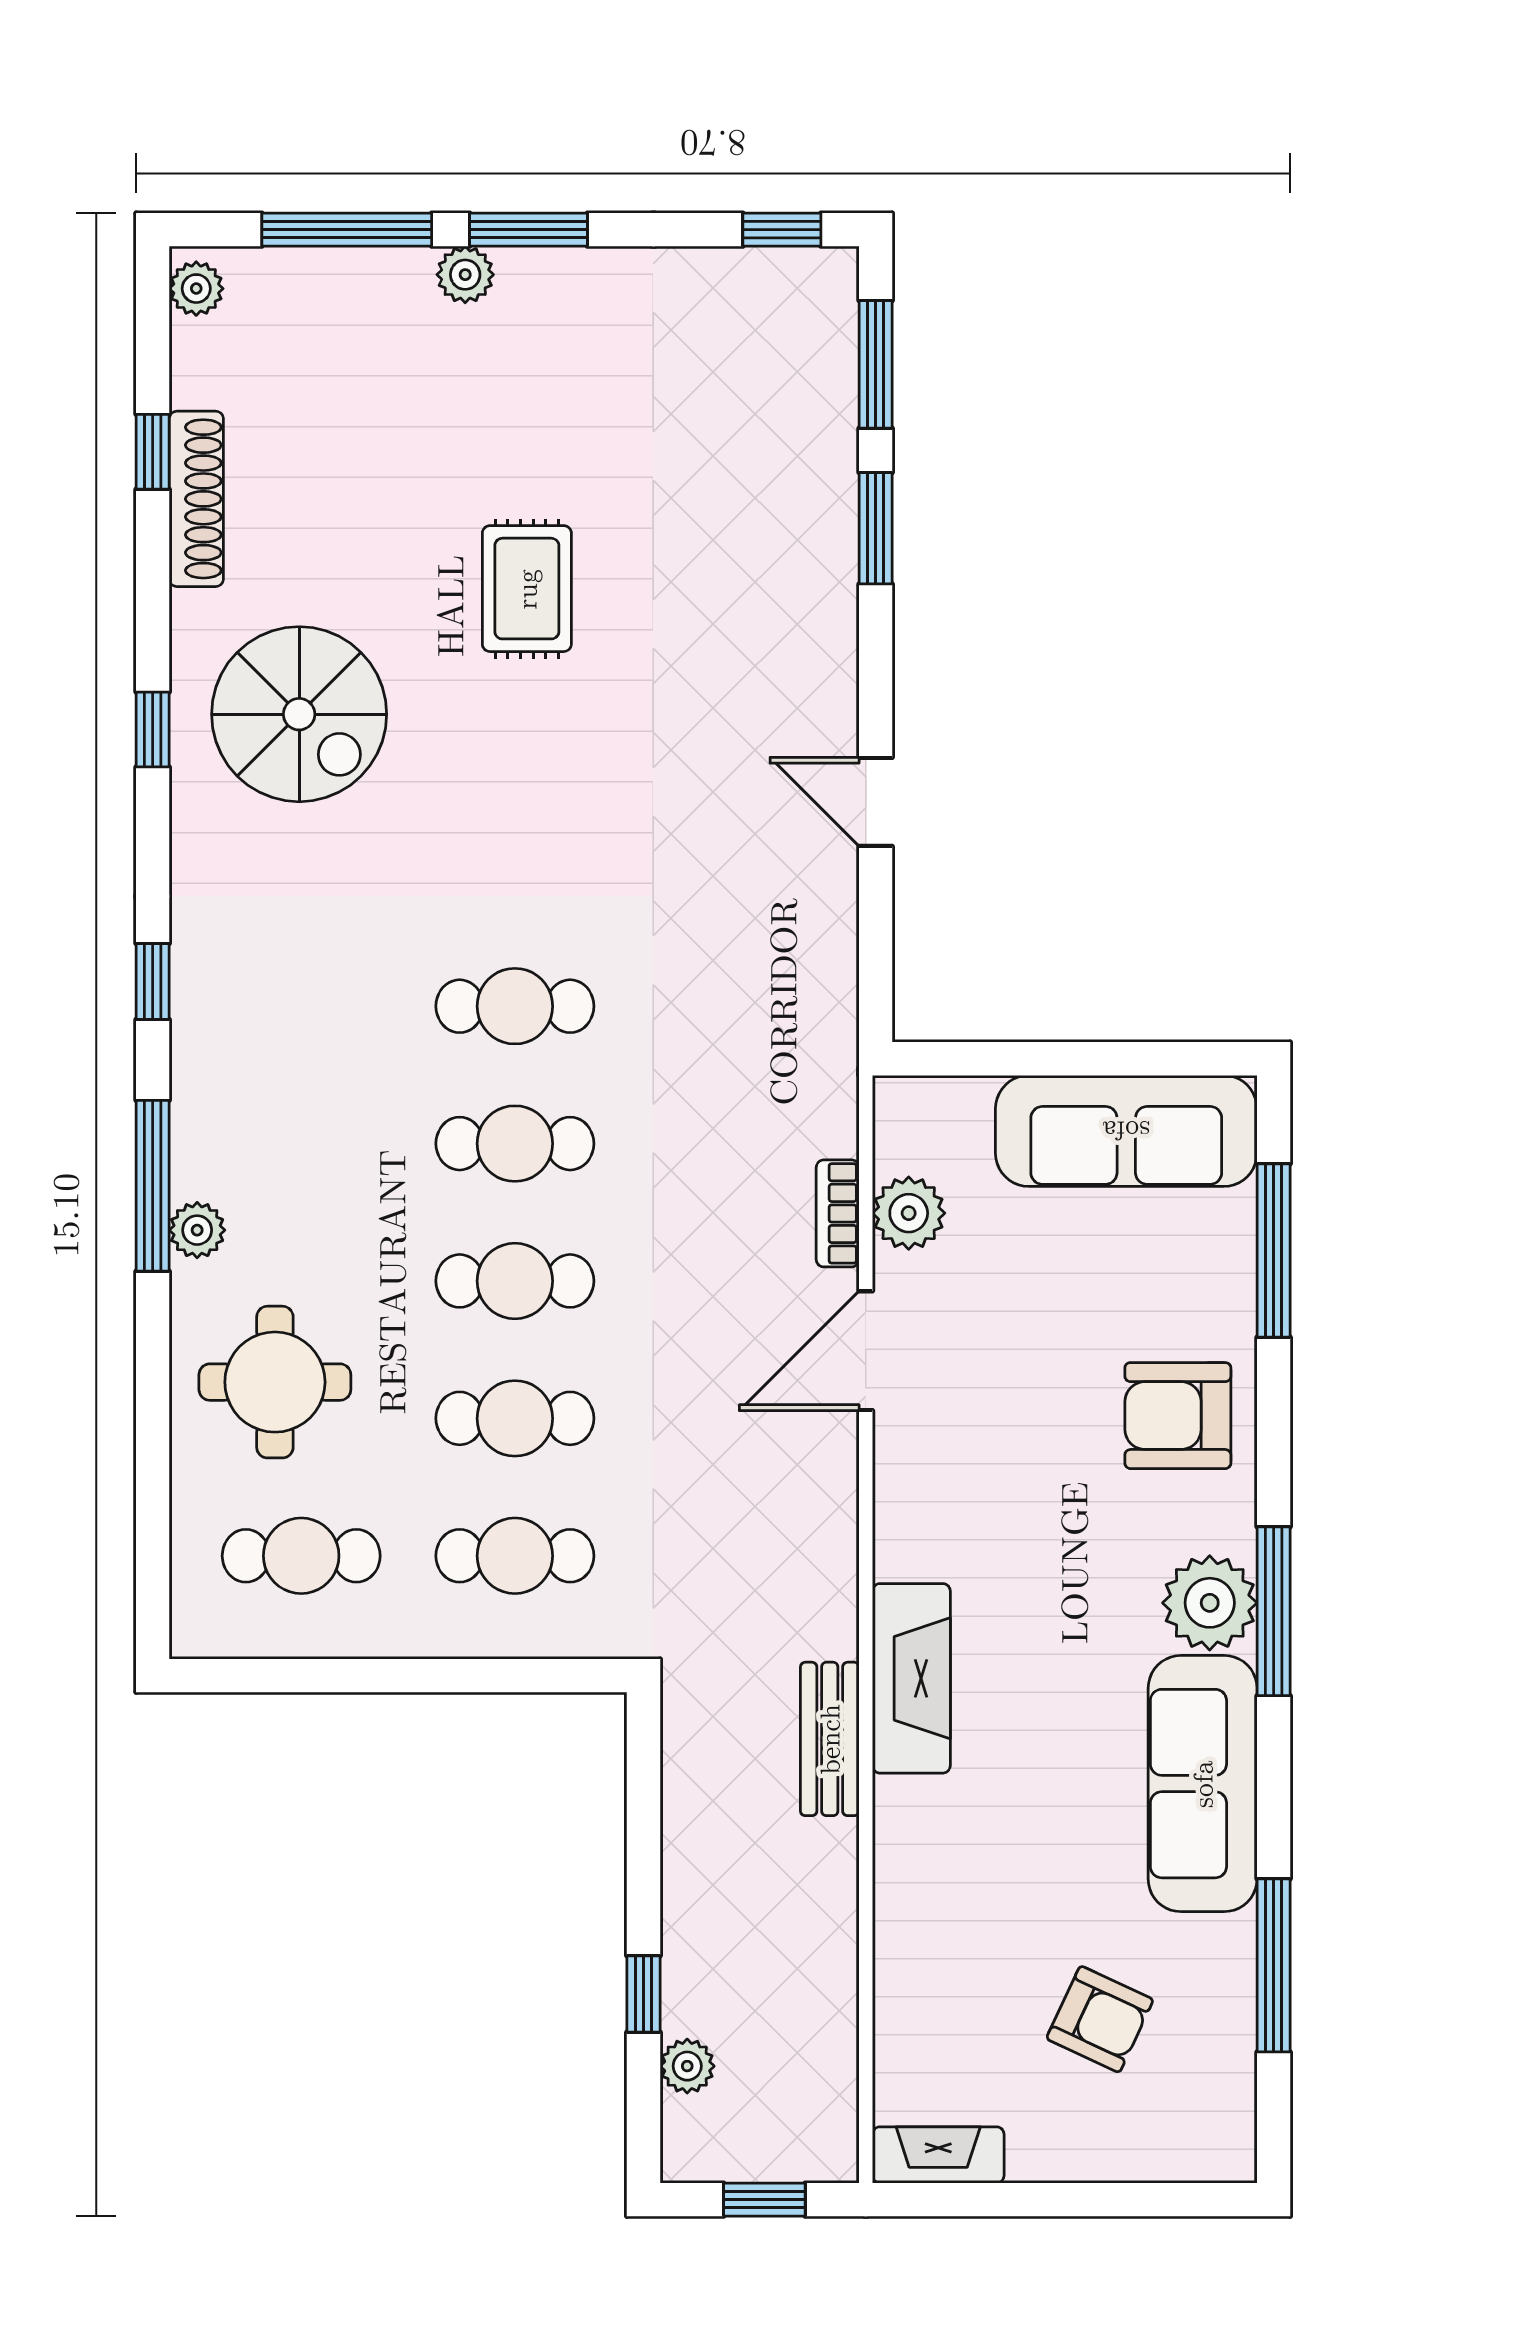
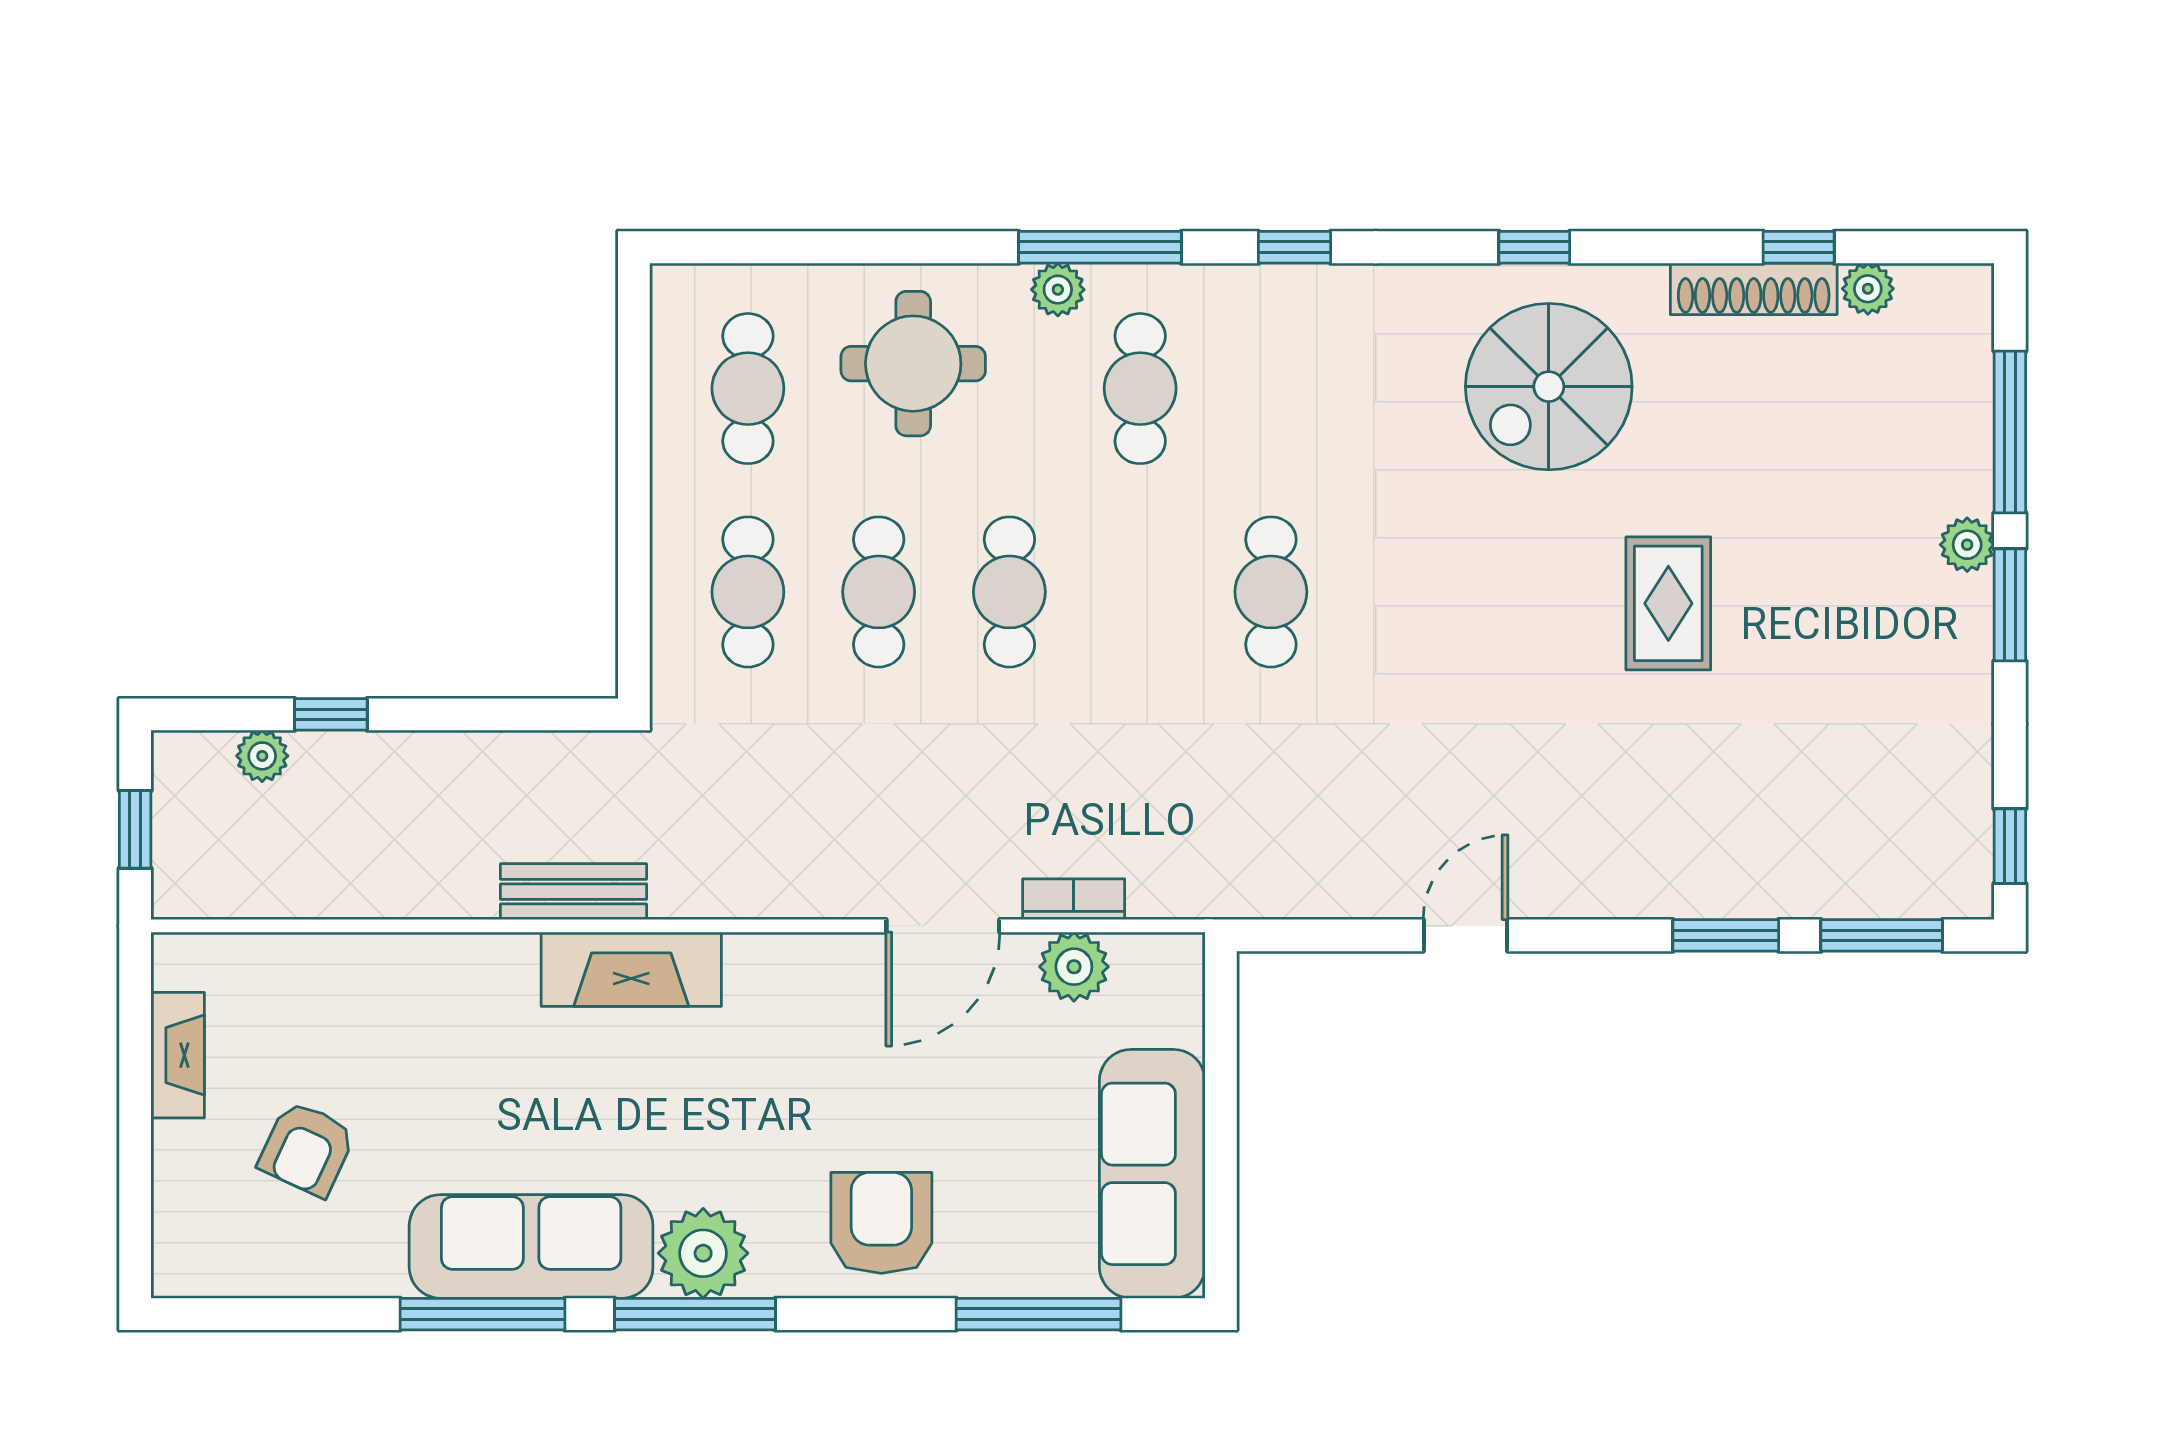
plant: (196, 289) -> (1868, 289), moved
rug: (527, 589) -> (1668, 603), turned 90
cafe table: (515, 1144) -> (1140, 389), moved
door: (866, 1351) -> (943, 926), swing flipped
window: (1274, 1965) -> (482, 1314), moved
fireplace: (938, 2155) -> (178, 1055), moved

